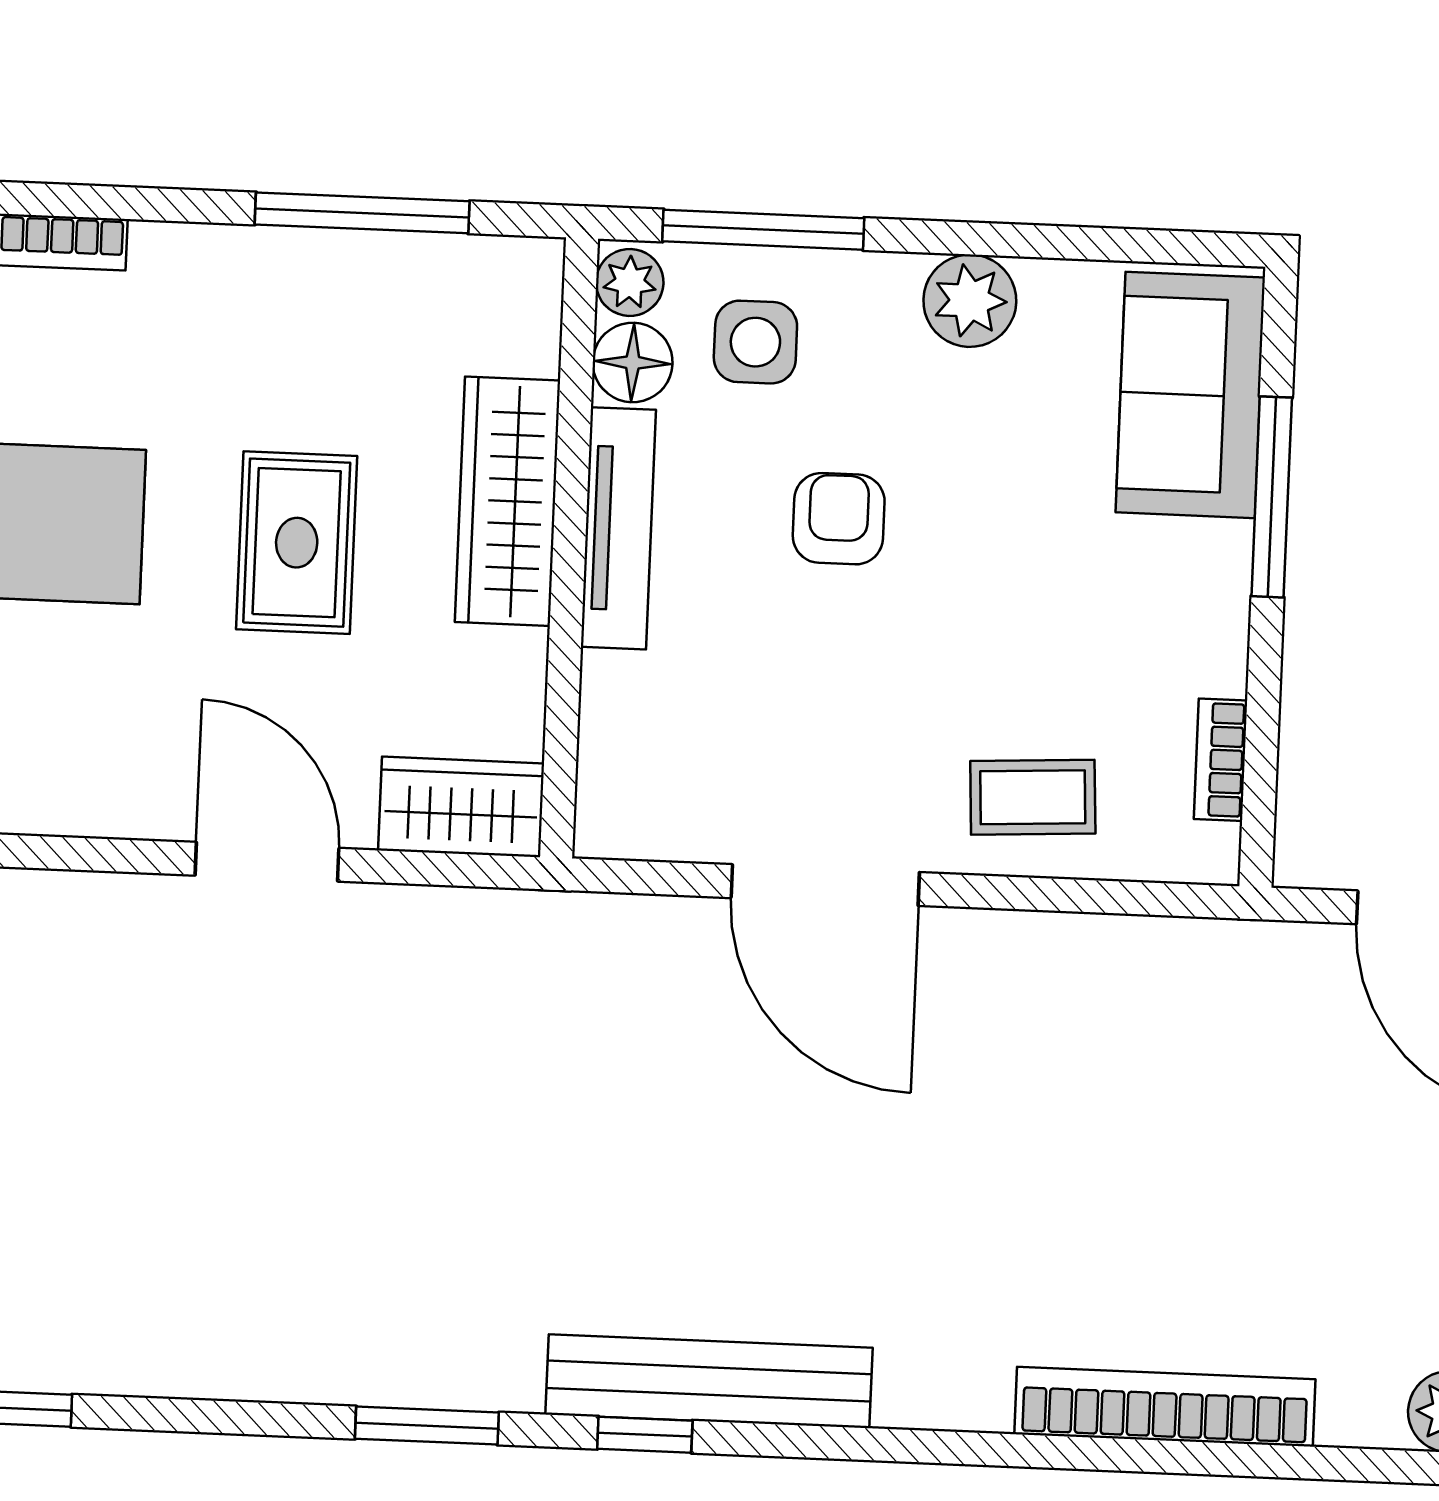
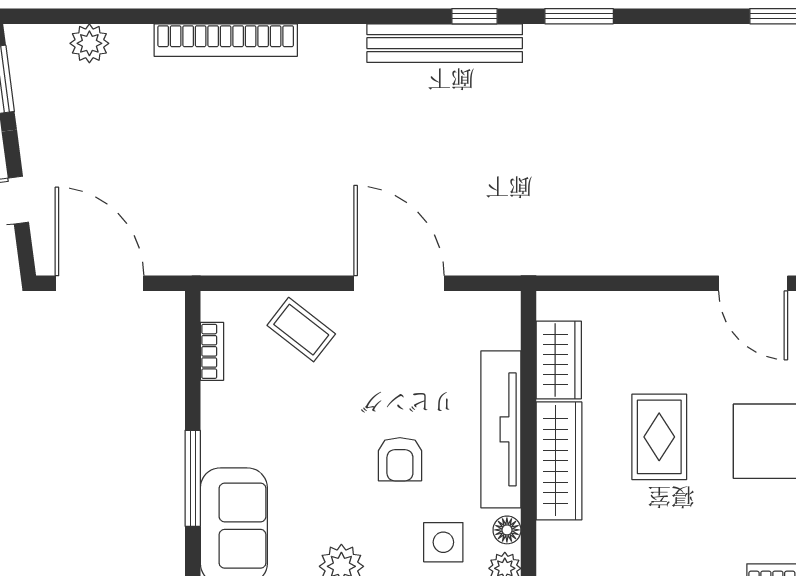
floor lamp: (633, 362) -> (507, 530), width x0.73, depth x0.73
tv unit: (618, 528) -> (501, 429), width x1.36, depth x1.29
coffee table: (1033, 797) -> (301, 330), turned 41
wardrobe: (461, 807) -> (559, 360), moved, turned -90
door: (267, 862) -> (753, 283), moved

